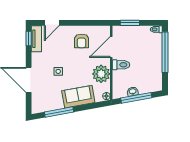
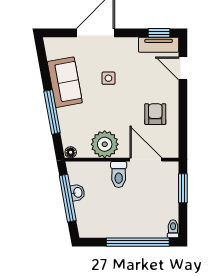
armchair: (82, 41) -> (155, 114), turned 90
sofa: (78, 97) -> (65, 82), moved
window: (59, 112) -> (52, 112), moved

